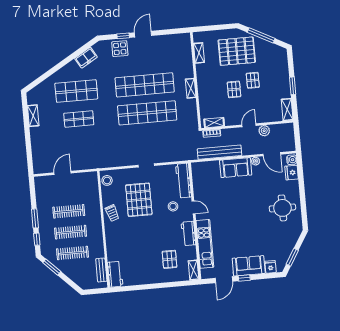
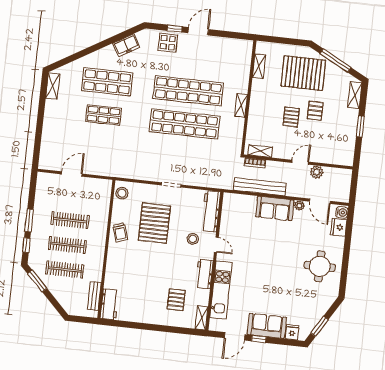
shelving: (287, 110) -> (355, 95), moved
shelving: (33, 116) -> (53, 86), moved

